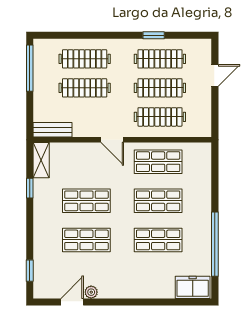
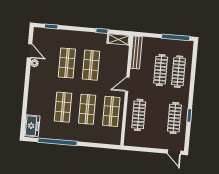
door: (215, 75) -> (174, 152), moved
clothes rail: (160, 88) -> (157, 116), removed
bench: (53, 130) -> (136, 52), width x1.36

